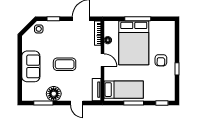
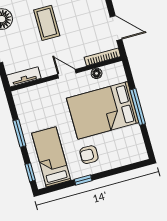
door: (103, 60) -> (67, 74), swing flipped
bed: (124, 90) -> (51, 157), moved, turned 180

